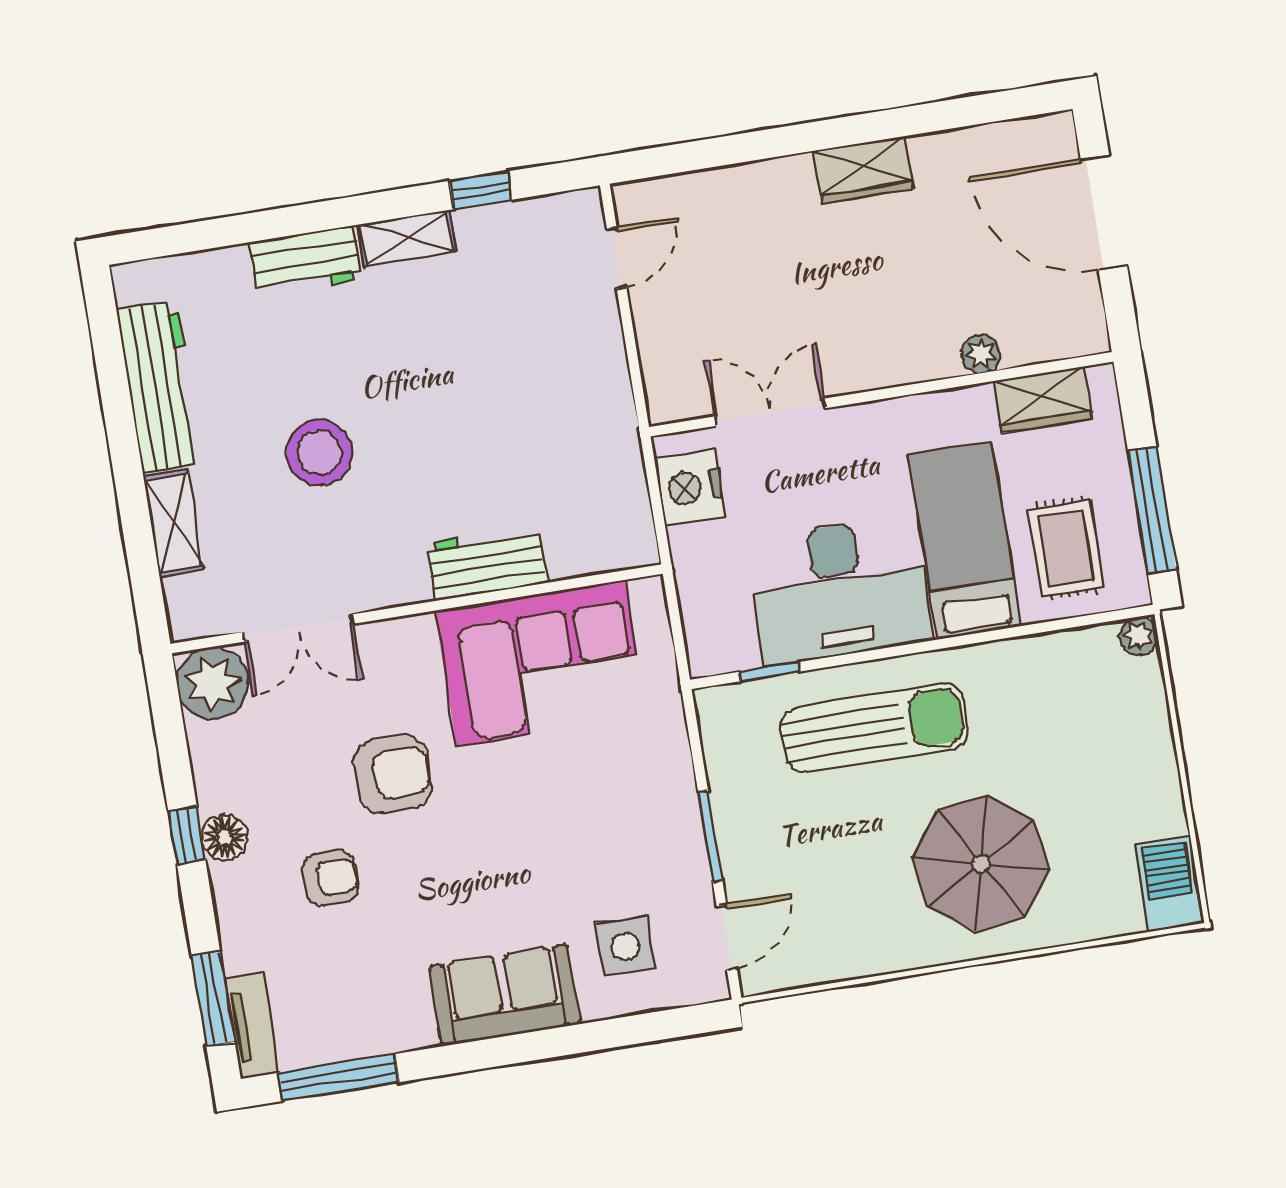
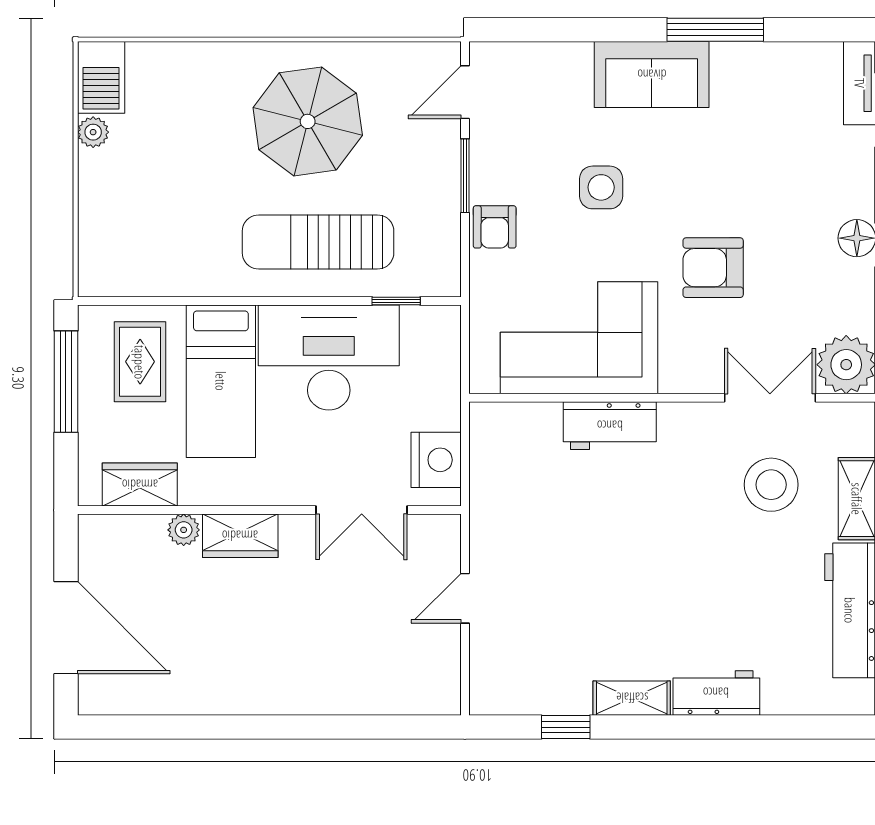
wardrobe: (863, 170) -> (240, 536), moved, turned 180
door: (617, 258) -> (465, 598), moved
stool: (319, 452) -> (771, 485), moved
plant: (1139, 636) -> (93, 132), moved
parasol: (981, 864) -> (308, 121), moved
armchair: (330, 878) -> (495, 227), moved, turned -90
side table: (625, 946) -> (601, 187), moved
window: (339, 1078) -> (715, 30), moved

